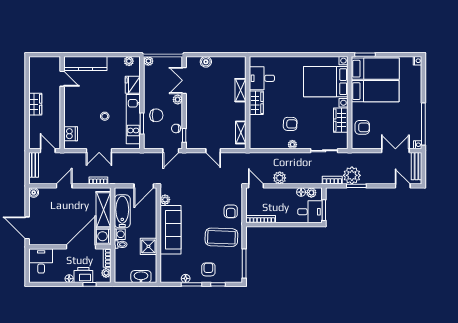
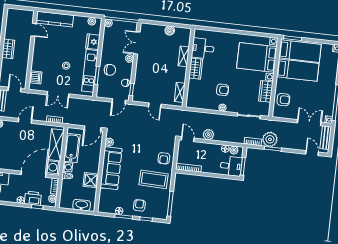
boiler: (206, 62) -> (170, 31), moved

